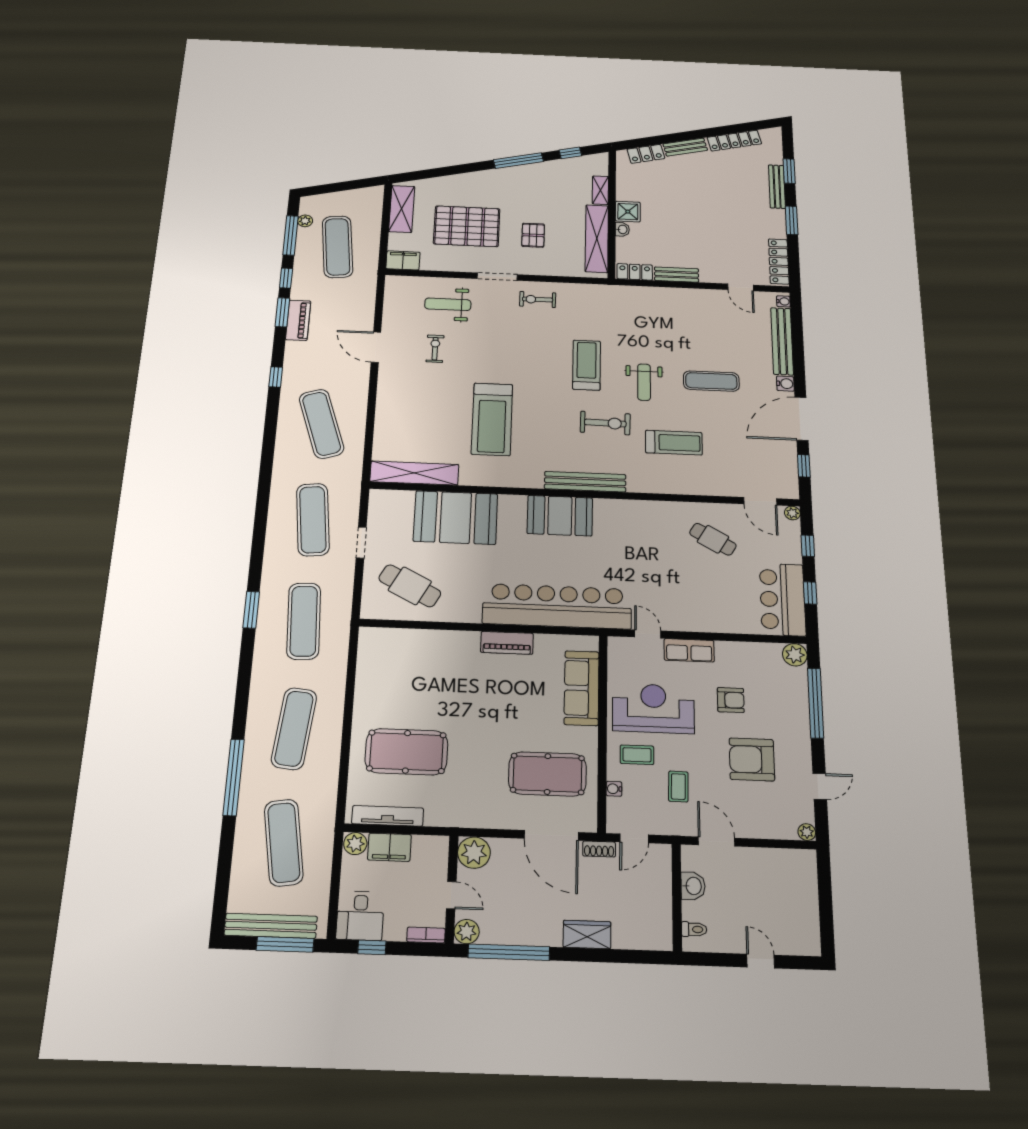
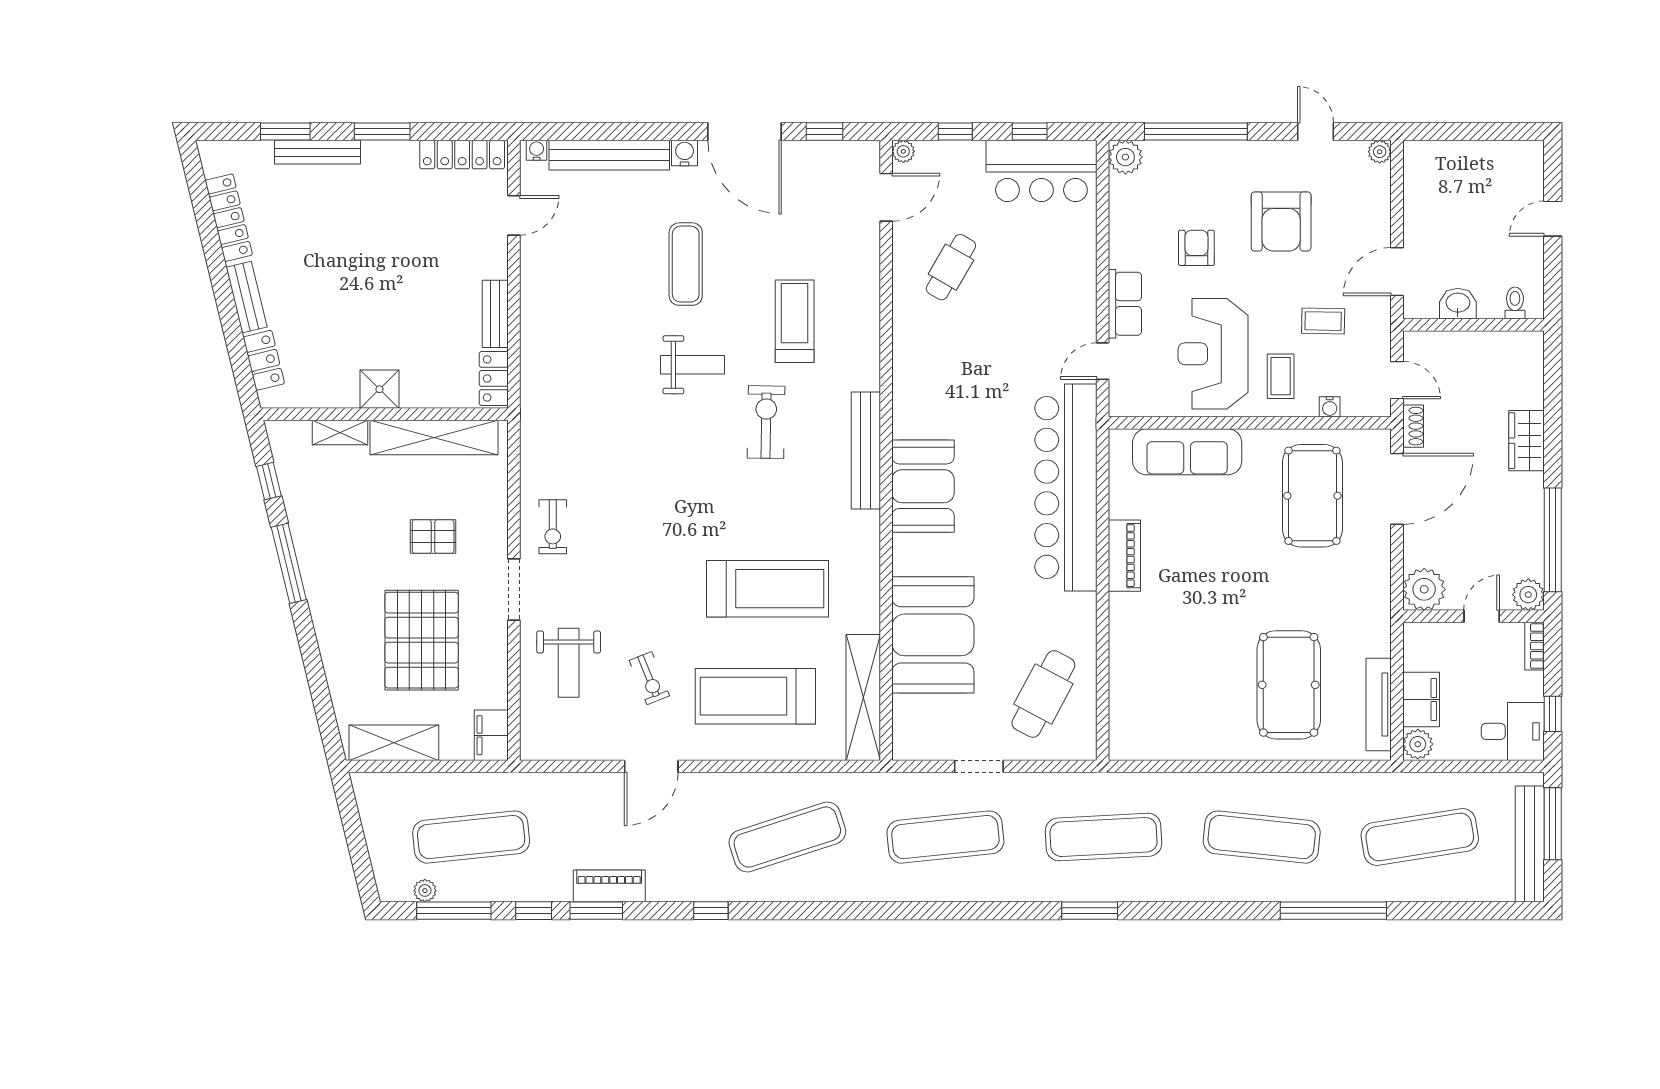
washbasin: (622, 229) -> (414, 398), removed
exercise bike: (435, 349) -> (649, 678), turned -112
treadmill: (587, 365) -> (755, 696), moved, width x1.37, depth x1.38

